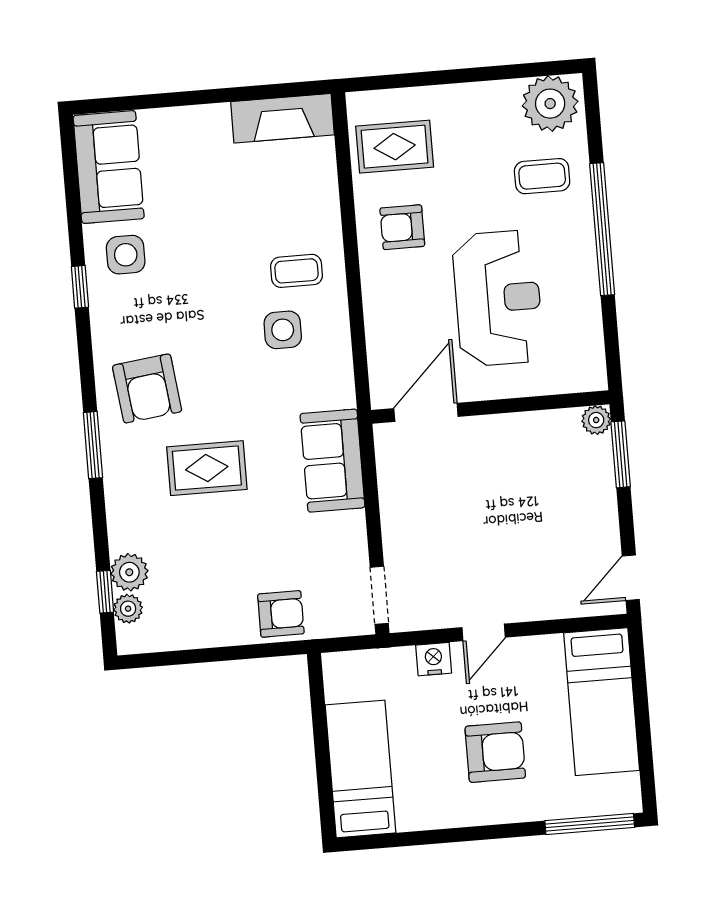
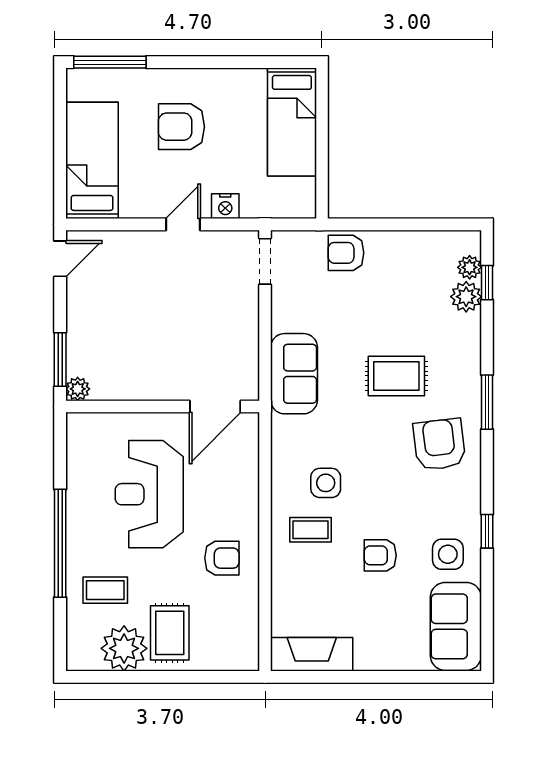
plant: (550, 104) -> (124, 648), moved
rug: (395, 147) -> (170, 633), moved, turned 90
armchair: (208, 247) -> (380, 555), added

